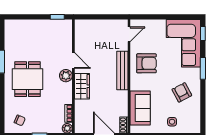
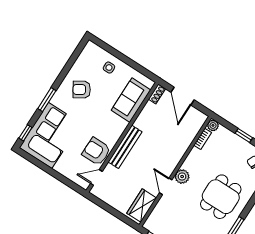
armchair: (146, 63) -> (96, 151), moved
wardrobe: (82, 86) -> (142, 206), moved
armchair: (182, 92) -> (82, 90), turned 86

